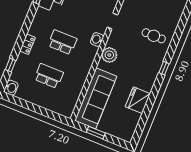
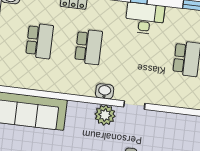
plant: (109, 55) -> (105, 115), moved

